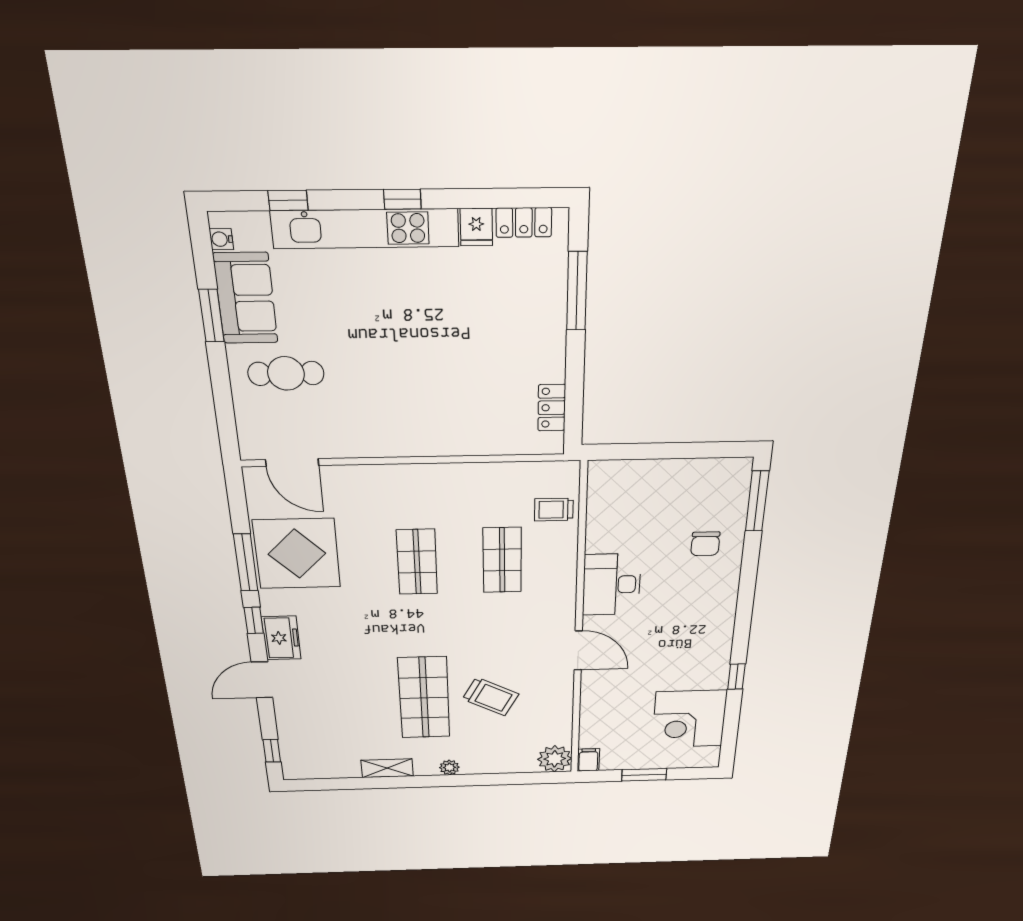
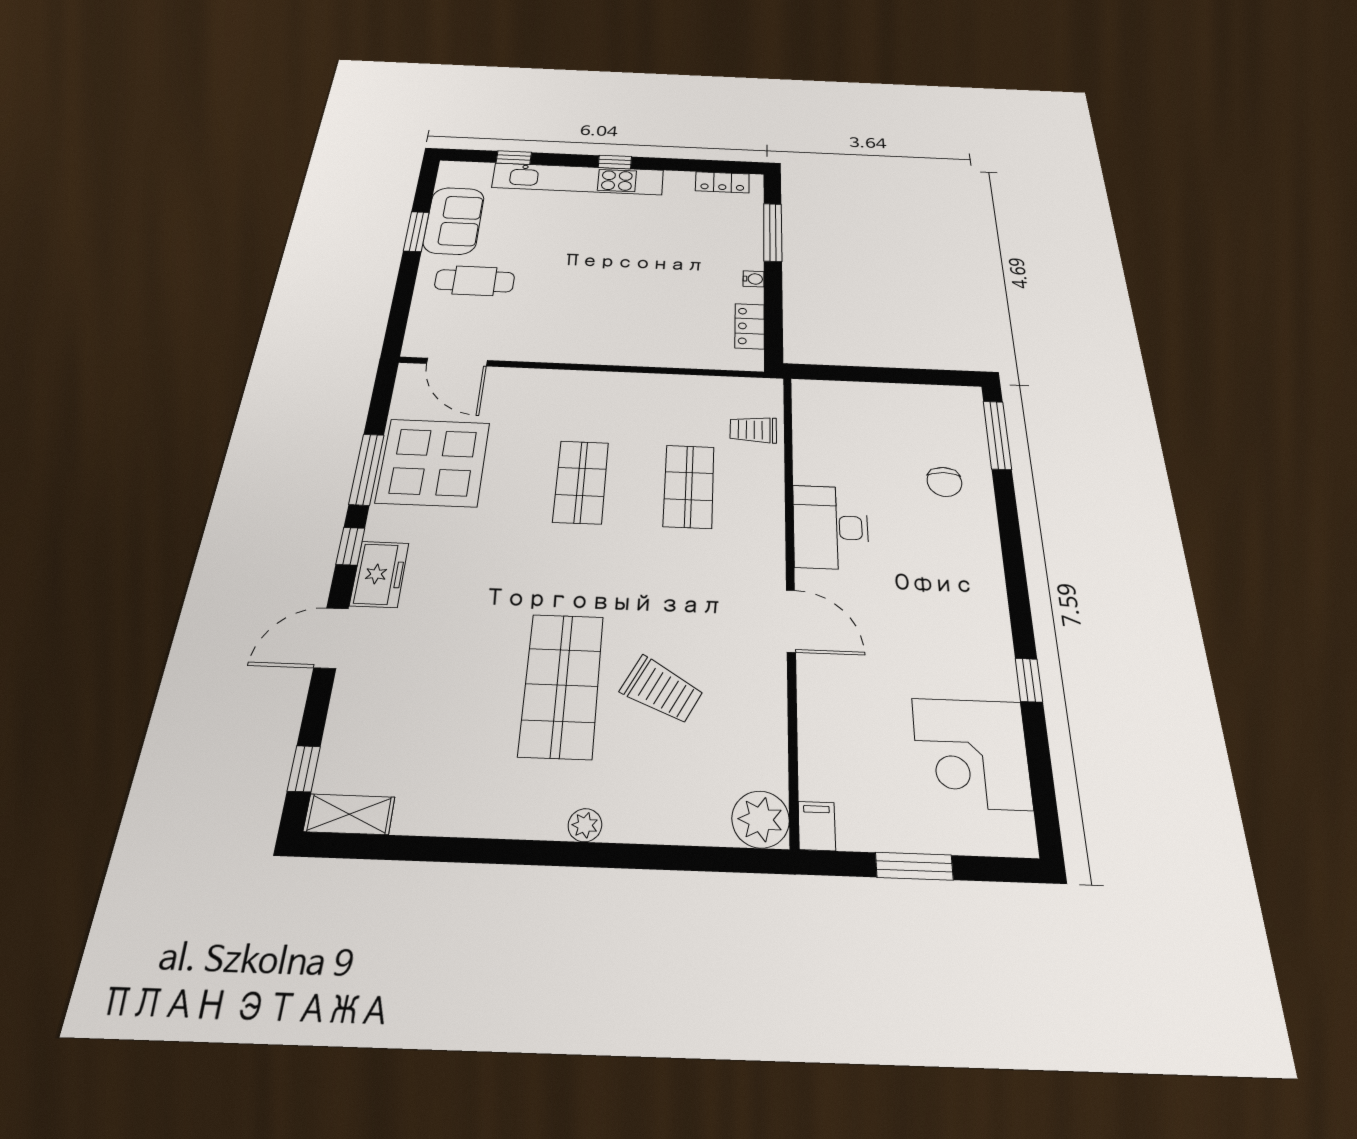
fridge: (476, 227) -> (679, 183), removed
water cooler: (221, 239) -> (754, 279), moved, turned 180
shelving: (387, 768) -> (349, 814), moved

